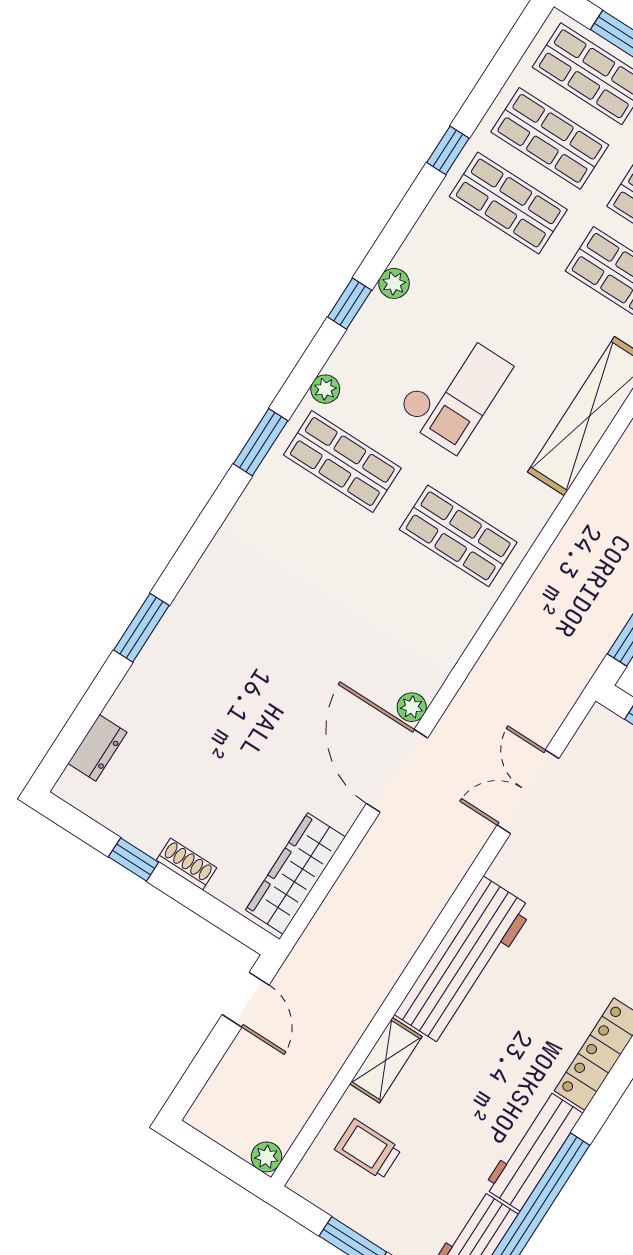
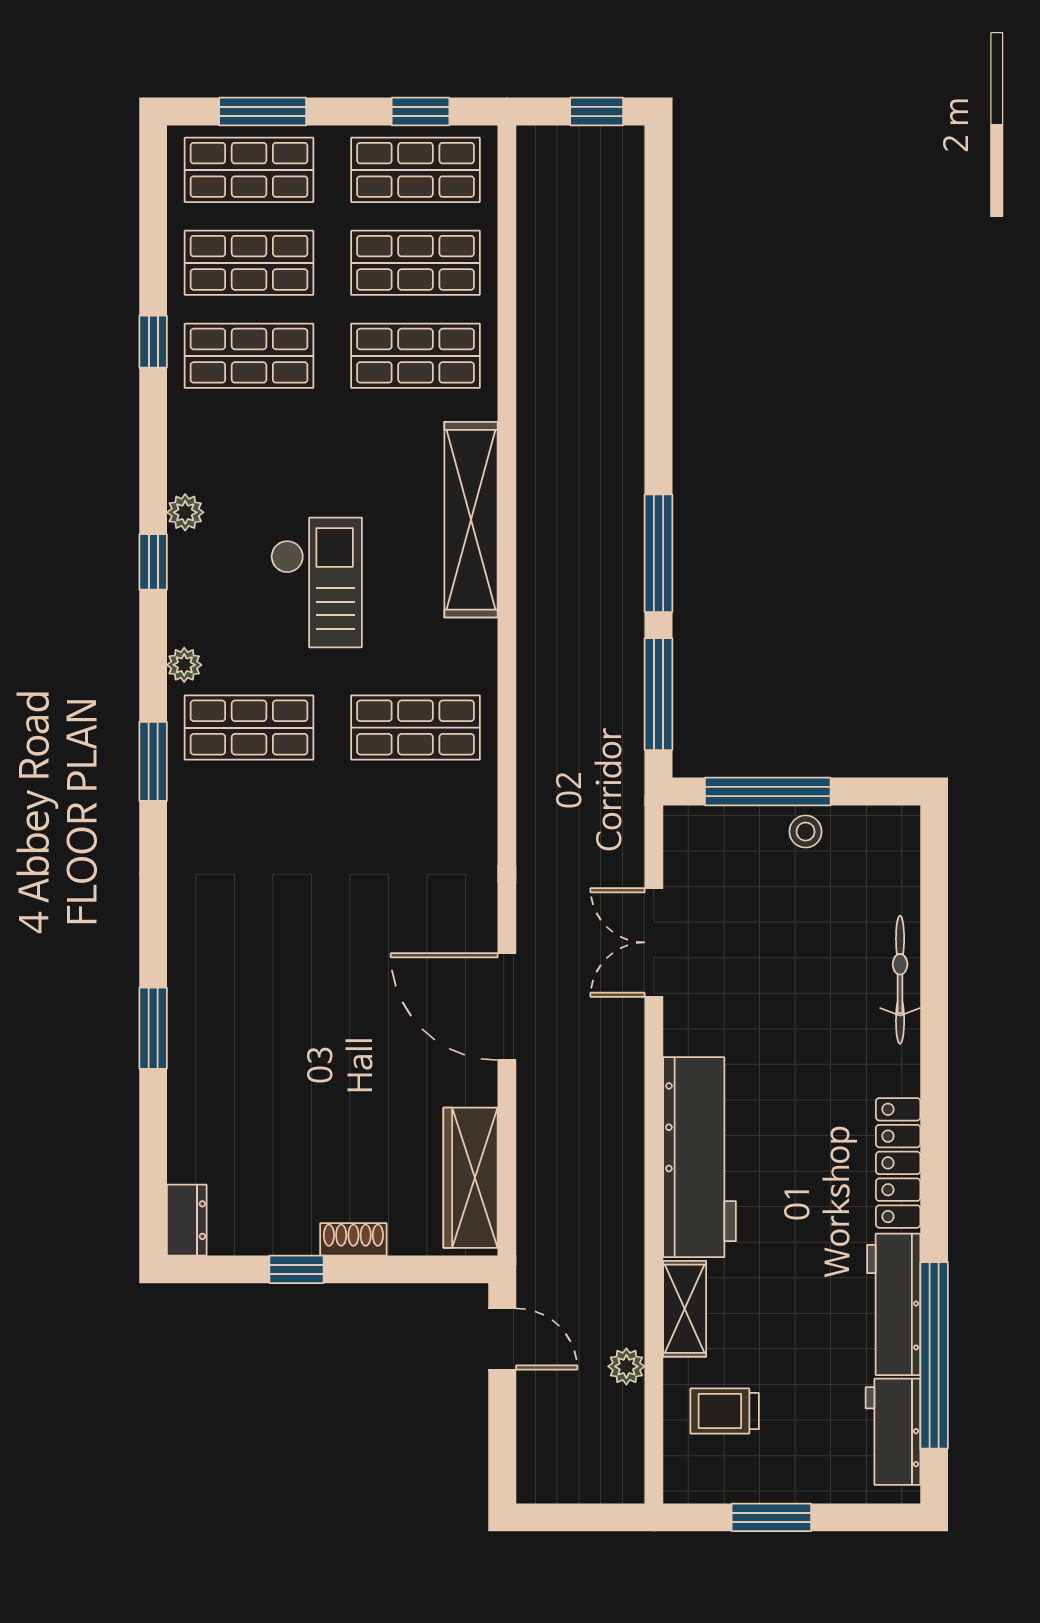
plant: (412, 707) -> (480, 932), removed
dresser: (97, 748) -> (187, 1220), moved
plant: (266, 1157) -> (626, 1366), moved

